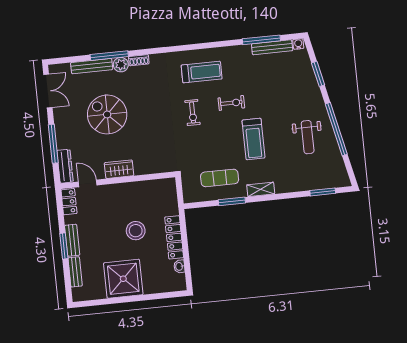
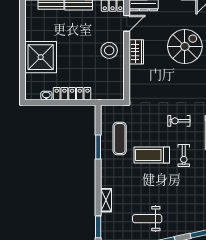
treadmill: (254, 139) -> (152, 155), moved
shelving: (261, 189) -> (106, 200), moved
stool: (136, 231) -> (109, 50), moved
shower: (123, 279) -> (41, 57), moved

